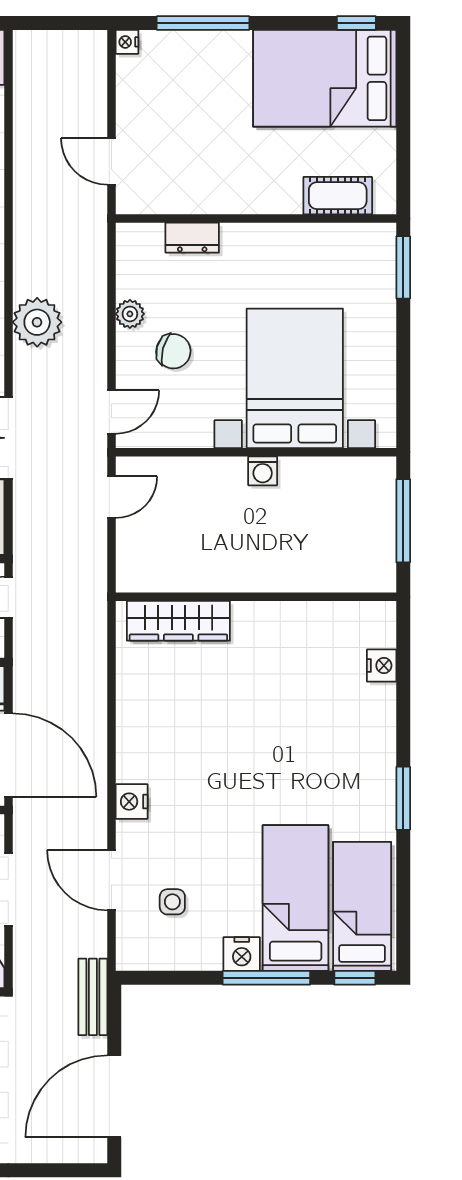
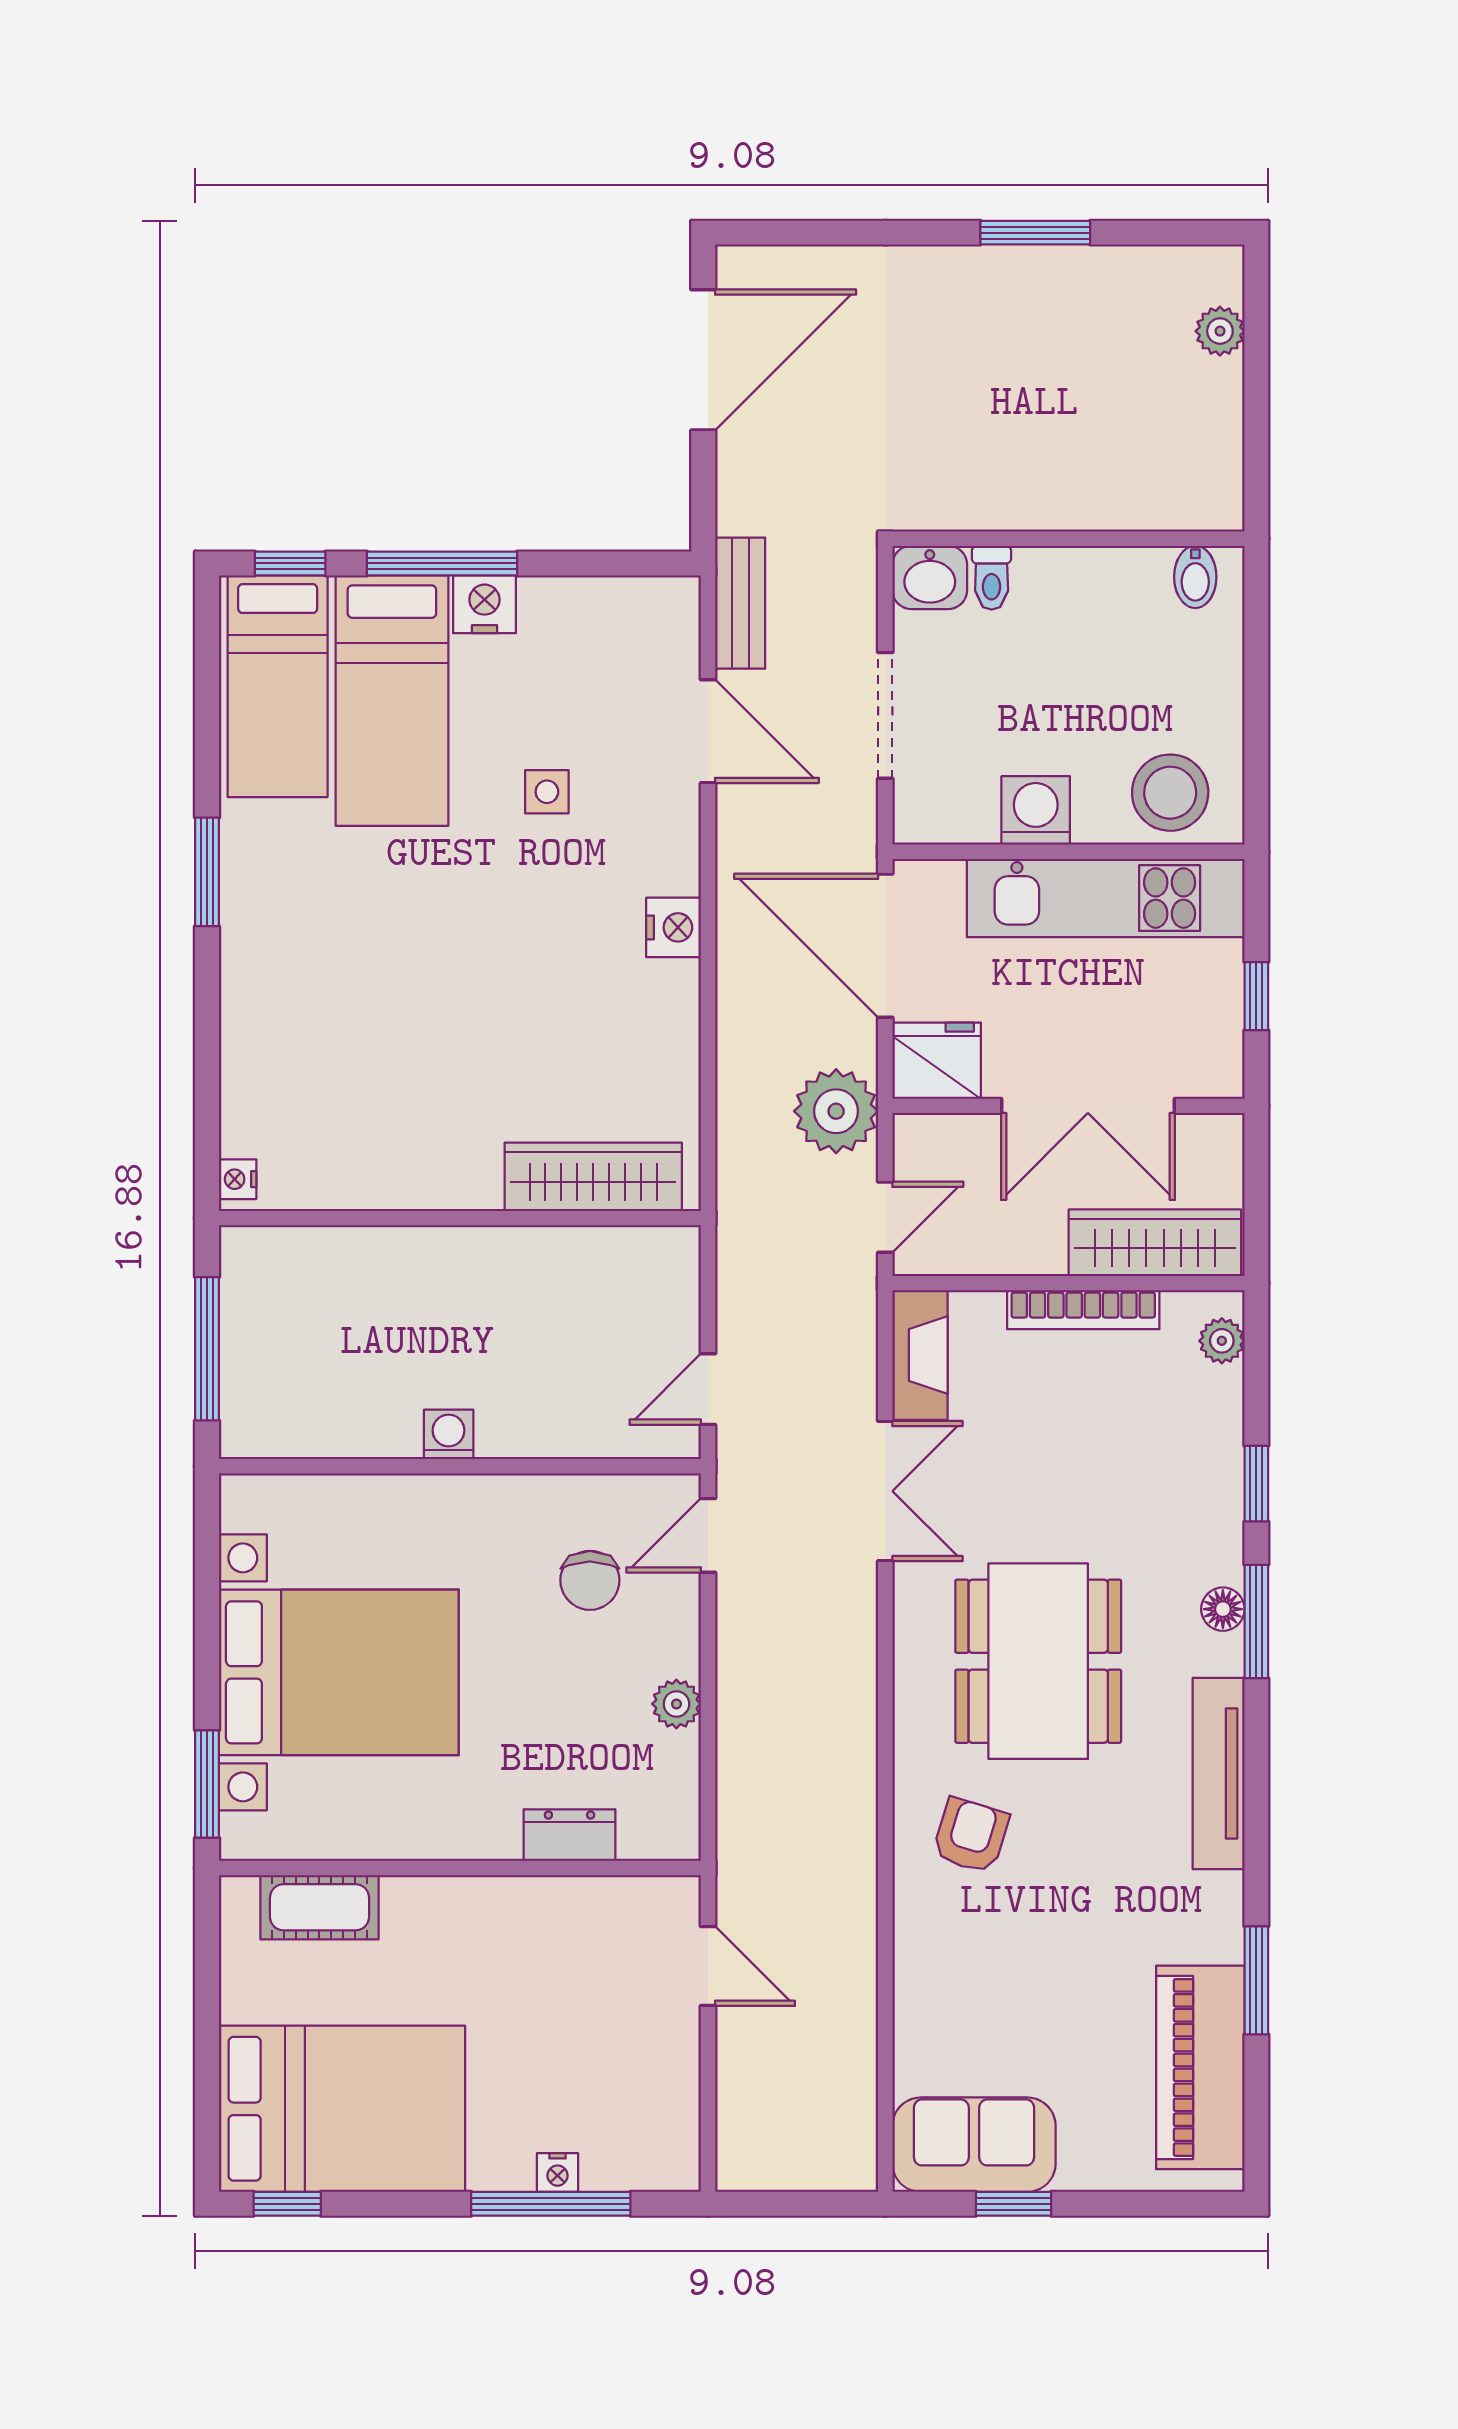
nightstand: (127, 42) -> (558, 2172), moved, turned 90
plant: (37, 322) -> (836, 1111), moved
chair: (173, 351) -> (590, 1580), moved, turned -105
bed with nightstands: (295, 378) -> (339, 1672), moved, turned -90
nightstand: (382, 666) -> (238, 1179), moved, width x0.72, depth x0.74
nightstand: (132, 802) -> (674, 927), moved
side table: (172, 902) -> (547, 792), moved
bench: (93, 997) -> (740, 603), moved

